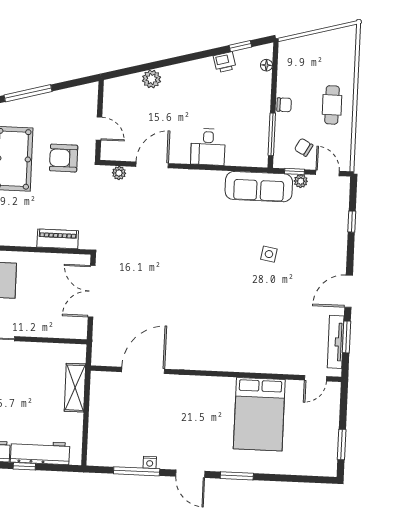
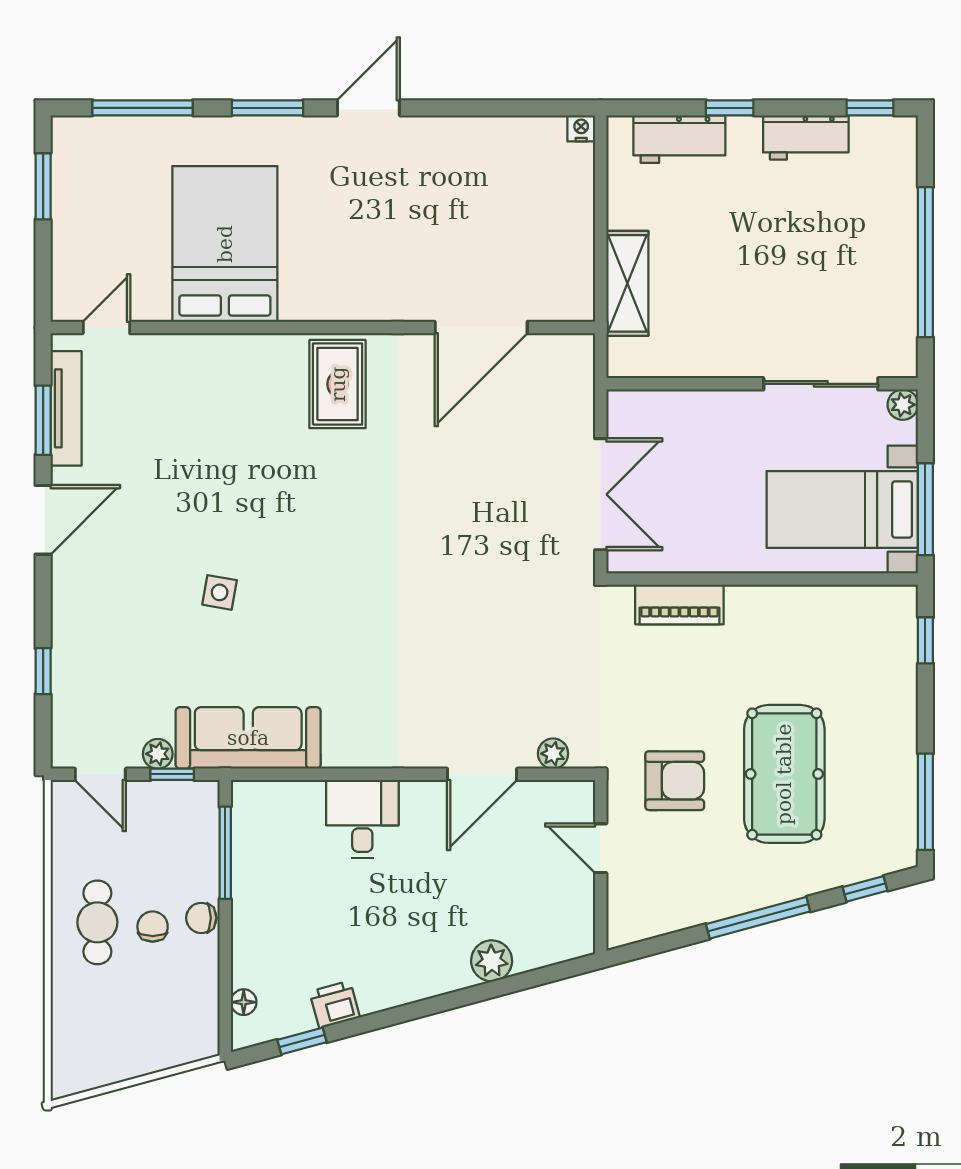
chair: (304, 147) -> (153, 927), moved, turned -119
rug: (210, 347) -> (338, 384), added
workbench: (40, 453) -> (679, 139), width x0.73
nightstand: (150, 462) -> (581, 128), moved
window: (137, 471) -> (143, 108), moved
door: (190, 474) -> (368, 108), hinge flipped

